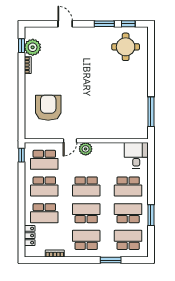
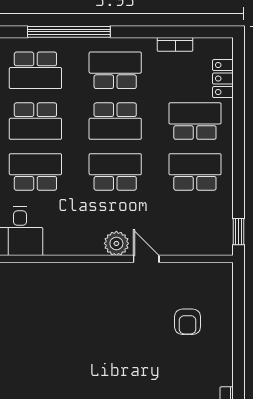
armchair: (48, 108) -> (188, 322), width x0.53, depth x0.53
door: (70, 141) -> (146, 259), hinge flipped
school desk: (44, 160) -> (195, 223), removed
school desk: (86, 240) -> (115, 70), turned 180
window: (111, 260) -> (69, 32), width x2.11

